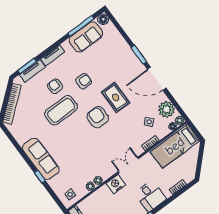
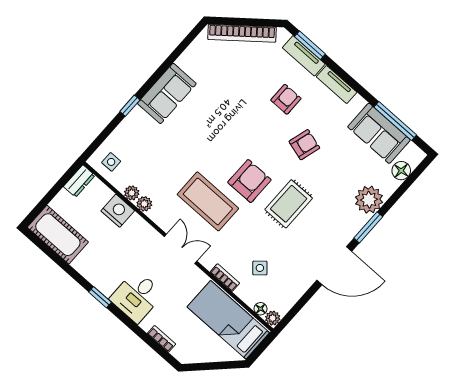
floor lamp: (103, 19) -> (401, 171), moved
door: (157, 79) -> (334, 266), swing flipped
armchair: (83, 81) -> (304, 145), turned -74
plant: (166, 109) -> (369, 200), moved
coffee table: (61, 110) -> (208, 201), moved
sofa: (41, 159) -> (167, 93), width x0.73
nightstand: (116, 184) -> (118, 211), moved

